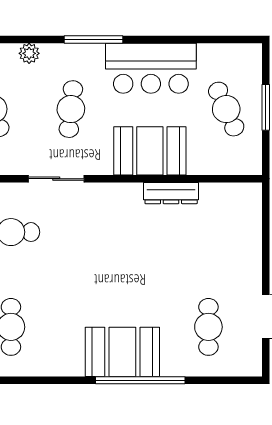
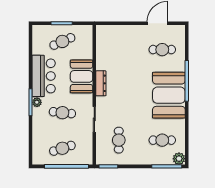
plant: (29, 53) -> (37, 102), moved
dresser: (171, 193) -> (101, 83), moved
booth: (122, 352) -> (169, 95), width x1.36, depth x1.42

